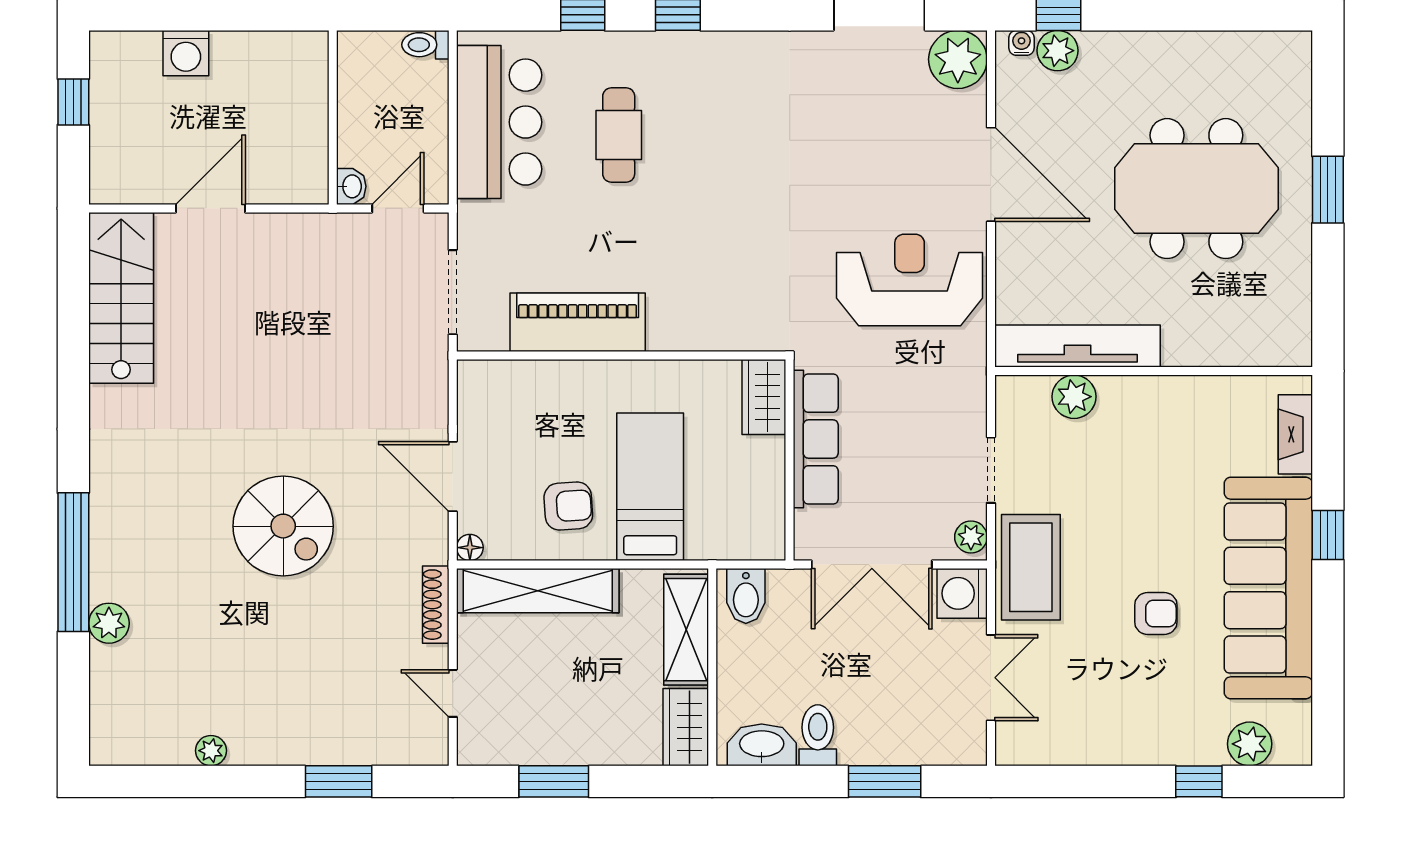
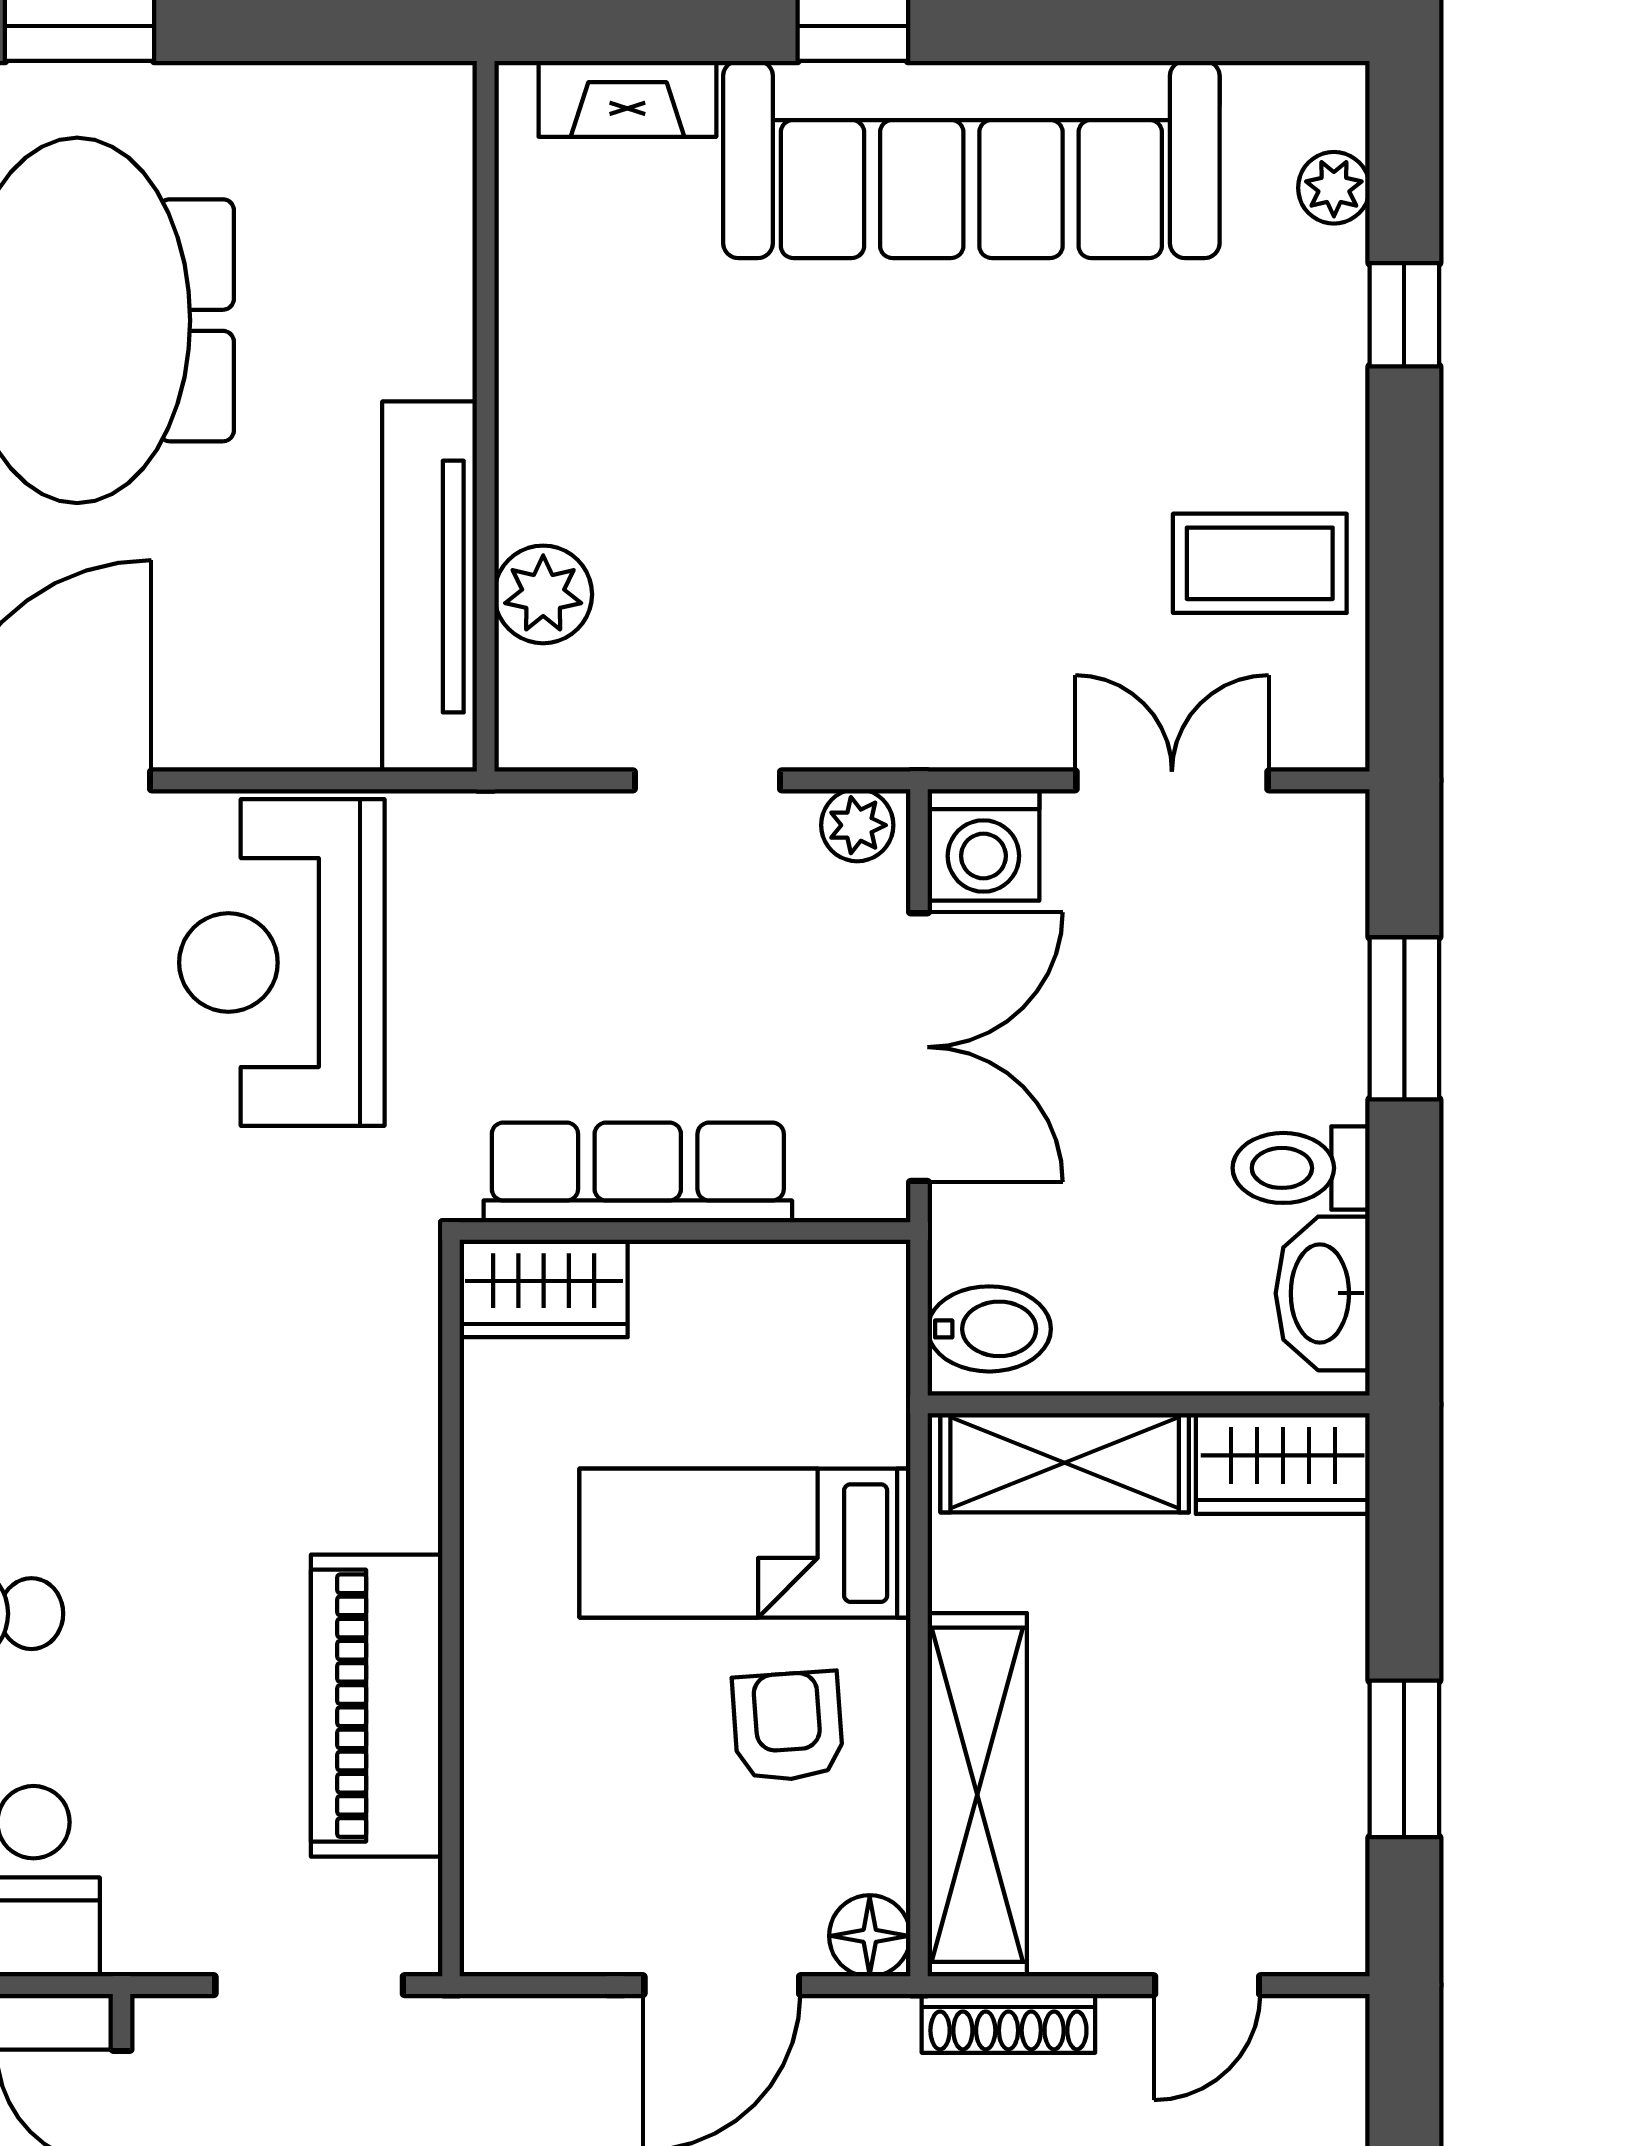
floor lamp: (470, 548) -> (870, 1936), width x1.37, depth x1.37
coffee table: (1031, 567) -> (1260, 563), moved, width x0.73, depth x0.76
armchair: (1156, 613) -> (1028, 411), removed
plant: (1250, 744) -> (1334, 188), width x0.73, depth x0.73

